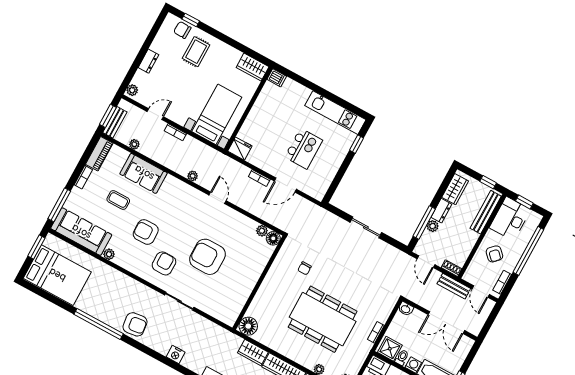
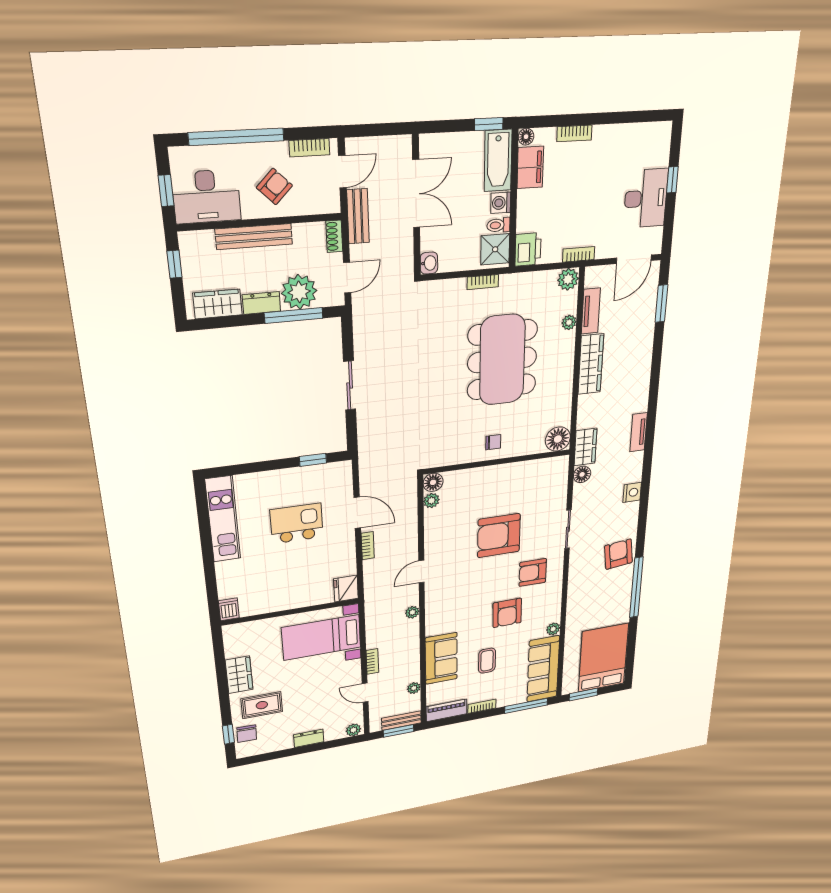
wardrobe: (253, 67) -> (239, 675), moved
window: (357, 144) -> (313, 460), moved
bench: (486, 212) -> (254, 237), moved
plant: (433, 226) -> (299, 292), width x1.88, depth x1.88
armchair: (207, 257) -> (499, 536), turned 90
chair: (305, 268) -> (493, 442), moved
floor lamp: (213, 329) -> (582, 474), added
wardrobe: (253, 353) -> (585, 447), moved

